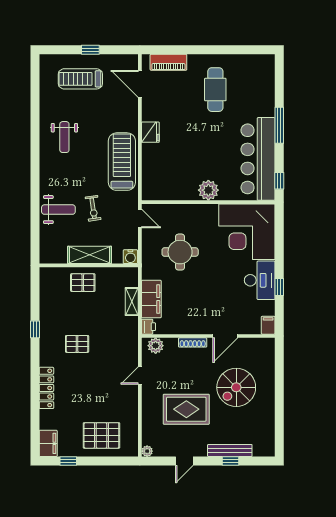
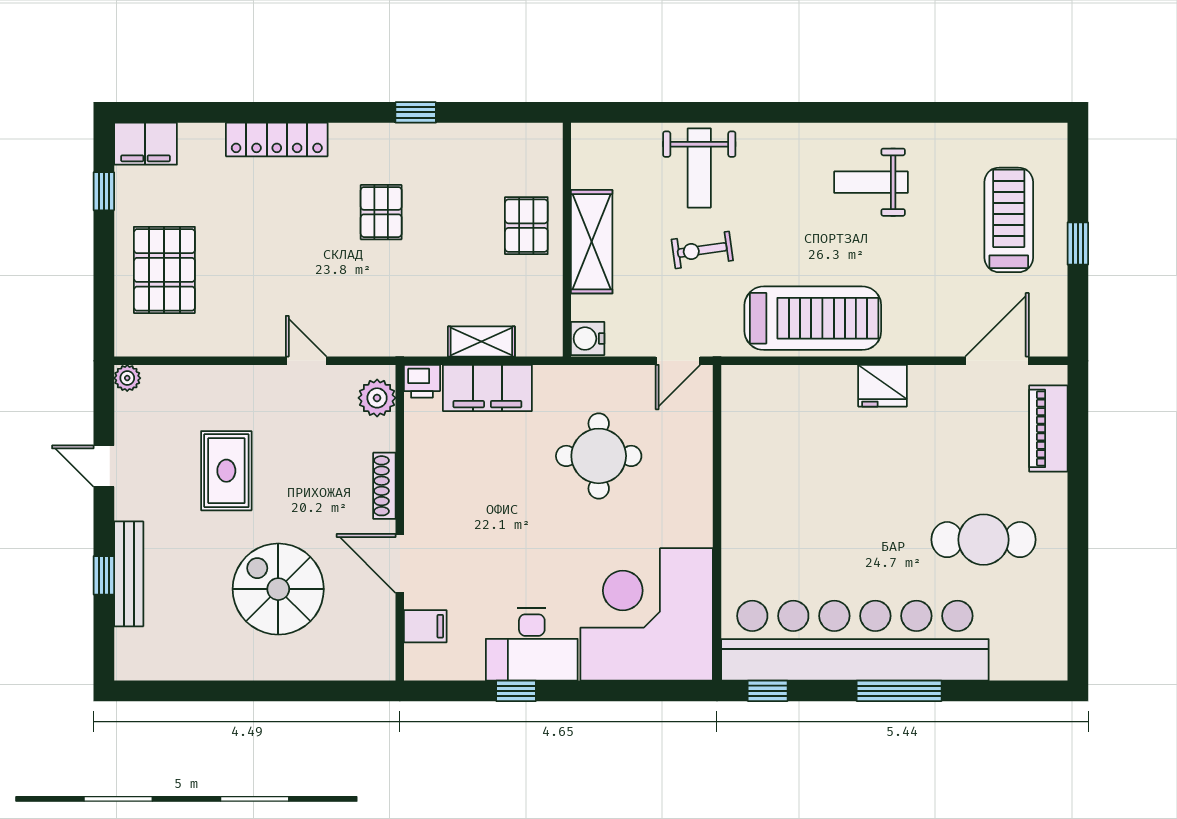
bar counter: (258, 159) -> (855, 641), width x1.36
plant: (208, 190) -> (745, 523), removed
filing cabinet: (268, 325) -> (425, 626), moved
rug: (186, 409) -> (226, 471), width x0.73, depth x0.70

